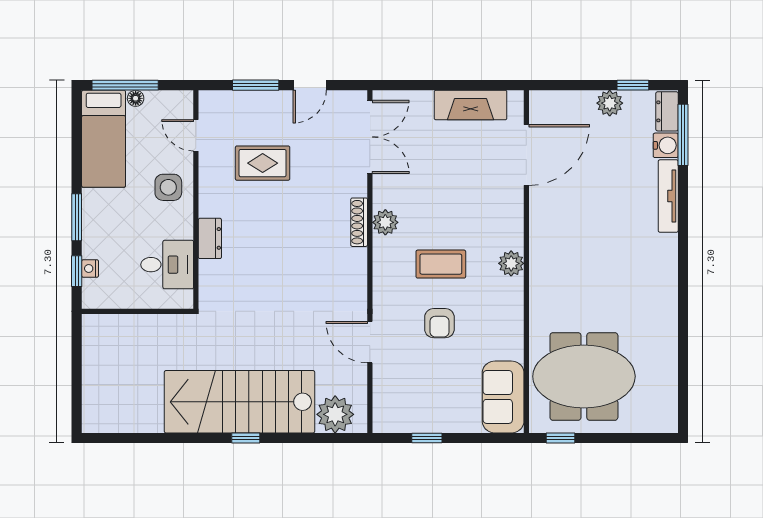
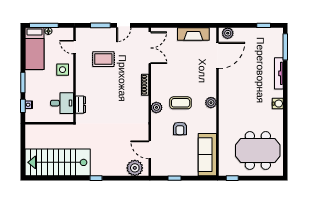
plant: (610, 103) -> (228, 33), moved
dresser: (667, 111) -> (278, 37), removed
water cooler: (666, 145) -> (278, 104), moved
plant: (385, 222) -> (156, 107), moved
dresser: (210, 238) -> (81, 105), moved
door: (370, 342) -> (150, 150), moved
meeting table: (584, 376) -> (258, 150), moved
sofa: (503, 397) -> (207, 155), width x1.36
stairs: (240, 402) -> (58, 162), moved

